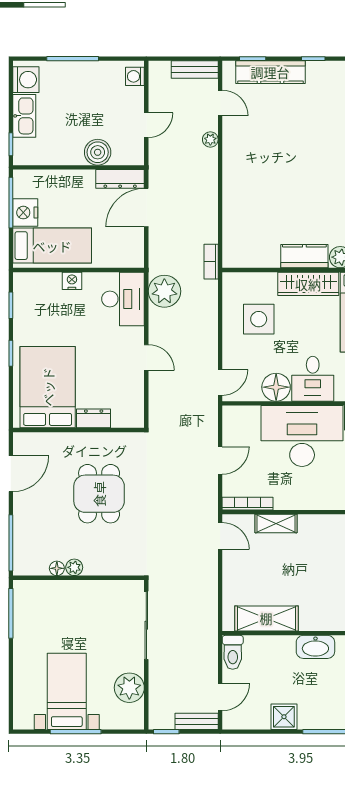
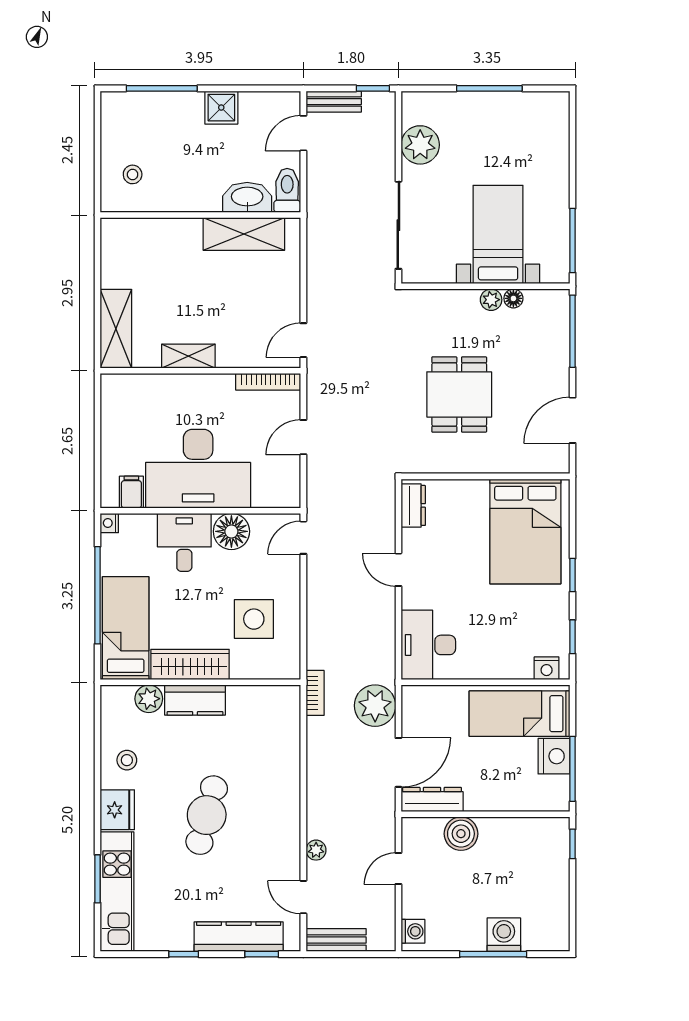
washing machine: (26, 80) -> (504, 935), moved, turned 90
kitchen sink: (24, 116) -> (555, 880), removed
cafe table: (295, 167) -> (207, 815), added
nightstand: (72, 281) -> (547, 668), moved
plant: (164, 291) -> (375, 706), moved
dresser: (94, 418) -> (413, 505), moved, turned -90
shelving: (276, 524) -> (188, 356), moved
door: (220, 536) -> (303, 340), hinge flipped
washbasin: (315, 647) -> (247, 197), moved
bed with nightstands: (67, 691) -> (498, 235), moved, turned 180

